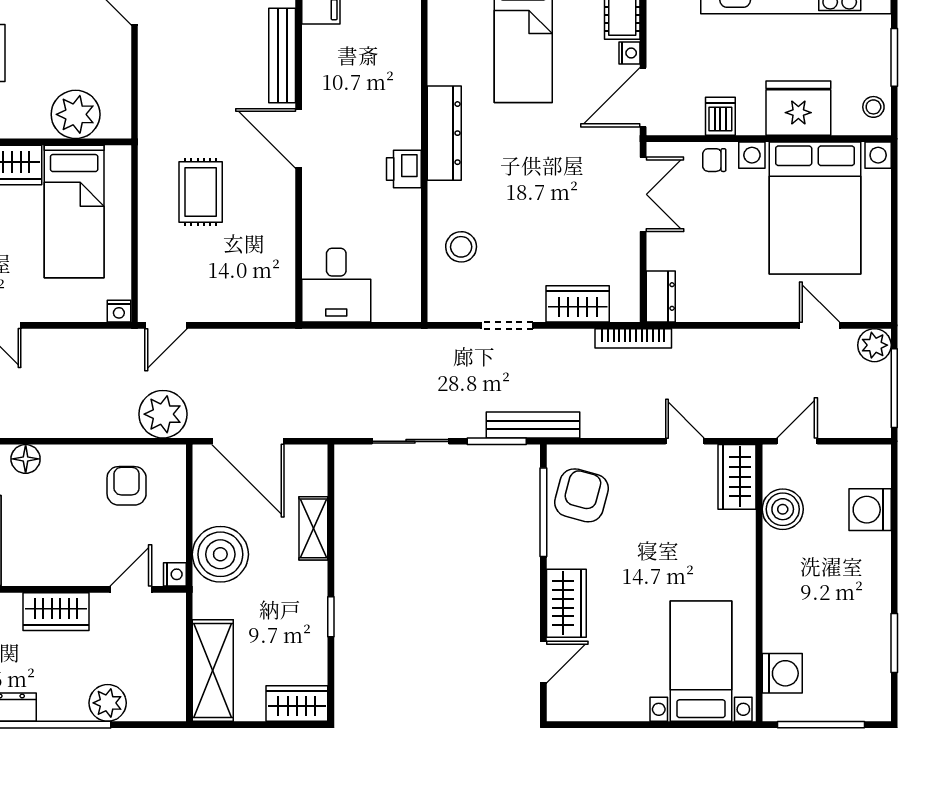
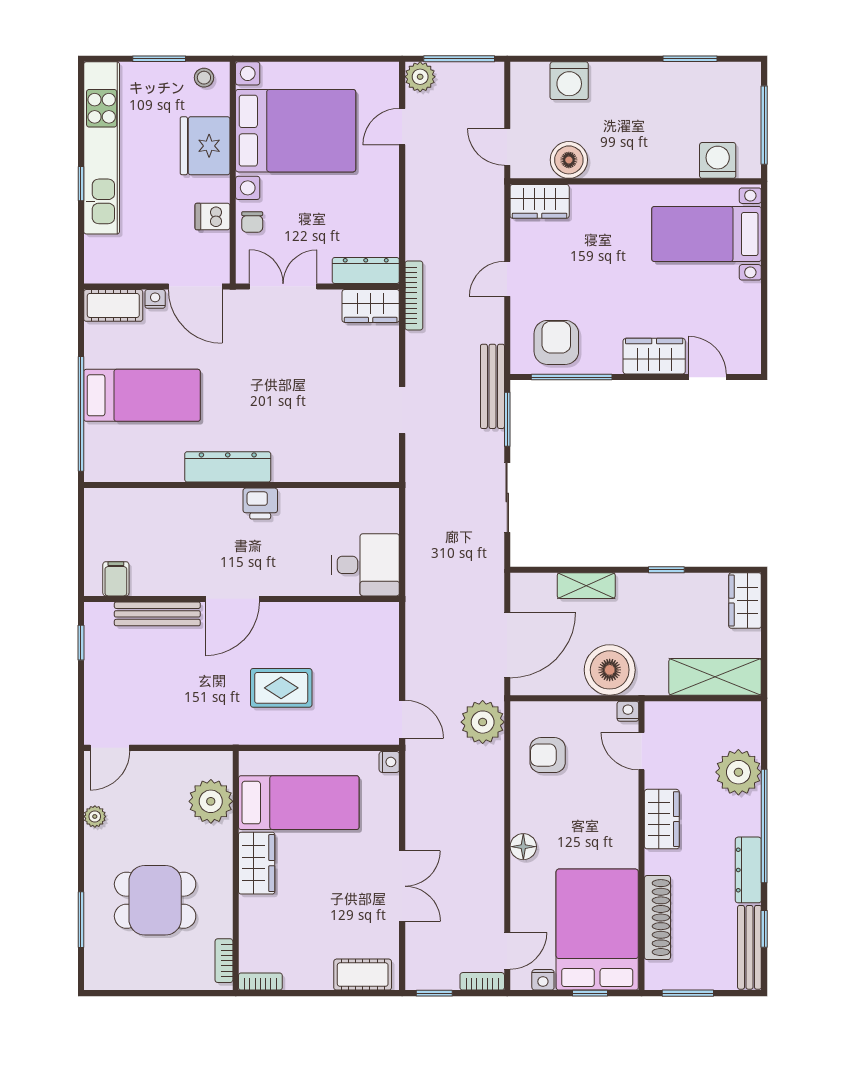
stool: (461, 247) -> (331, 452), removed
dresser: (661, 296) -> (366, 271), width x1.44
wardrobe: (578, 304) -> (371, 306), moved, turned -90
door: (685, 441) -> (507, 279), moved
armchair: (581, 495) -> (556, 342), turned 75
plant: (108, 703) -> (738, 772), width x1.36, depth x1.36

